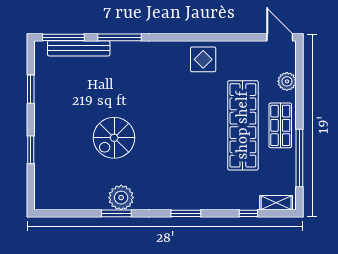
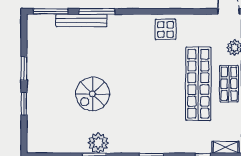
bench: (79, 48) -> (81, 20), moved
window: (31, 89) -> (24, 69), moved

